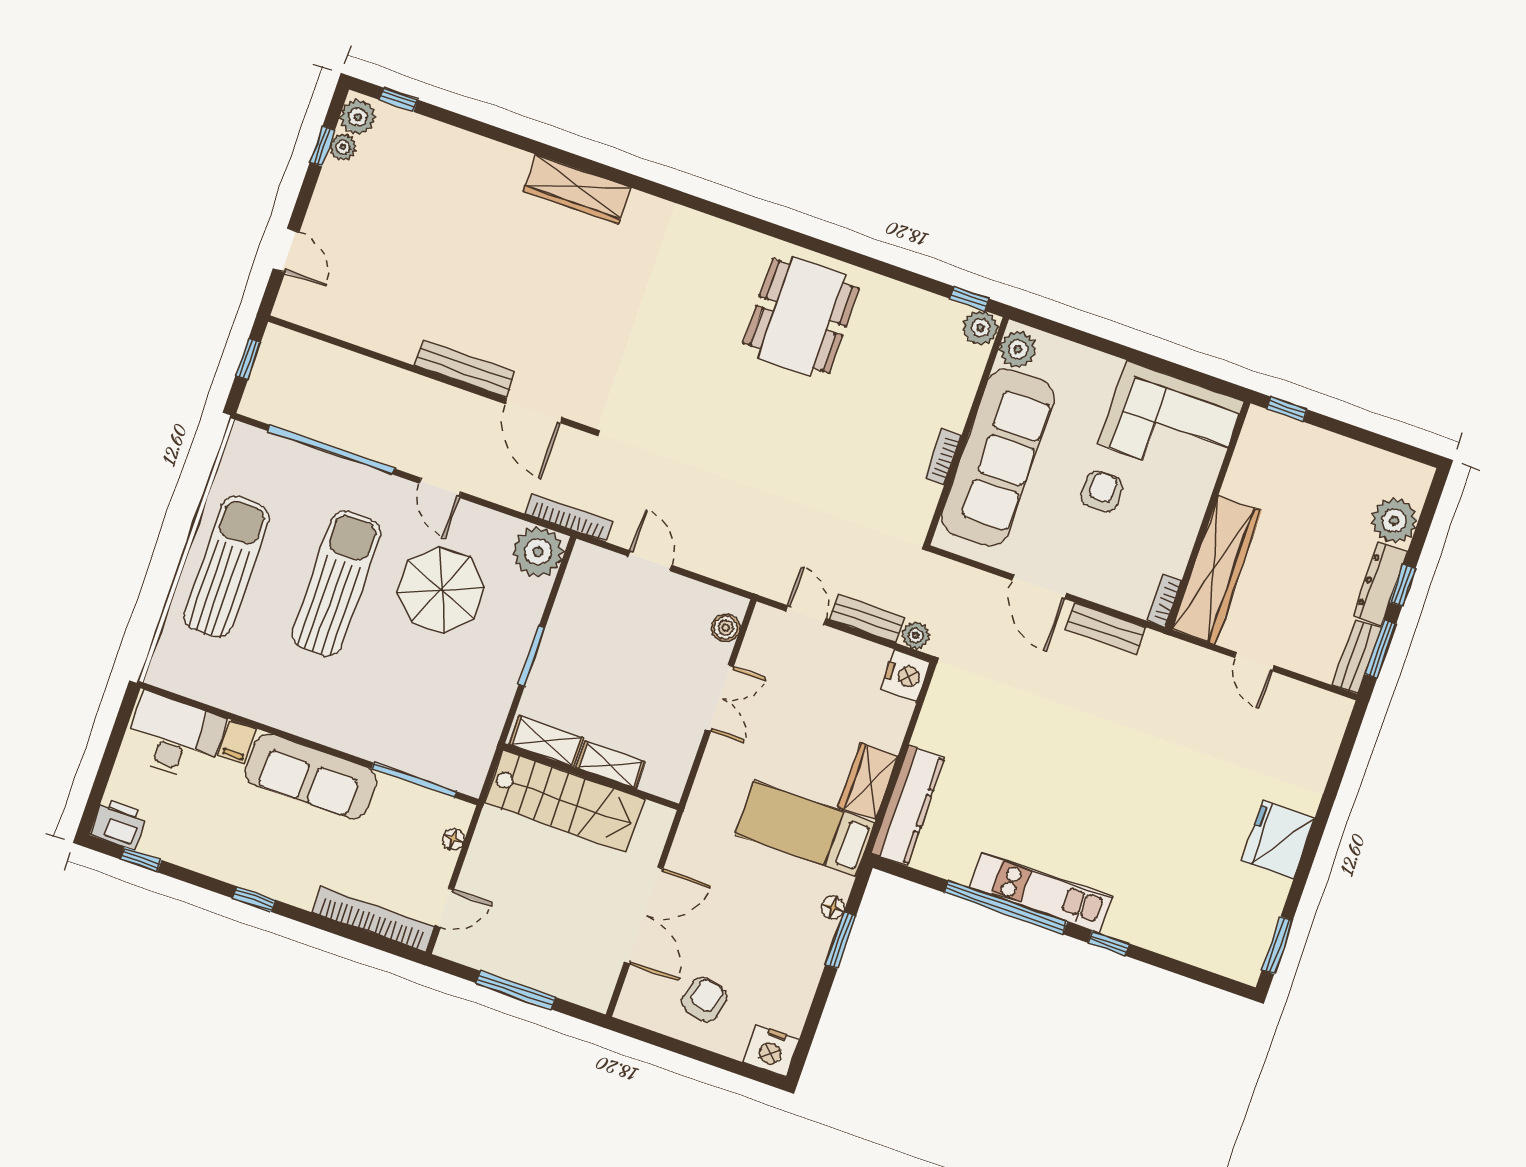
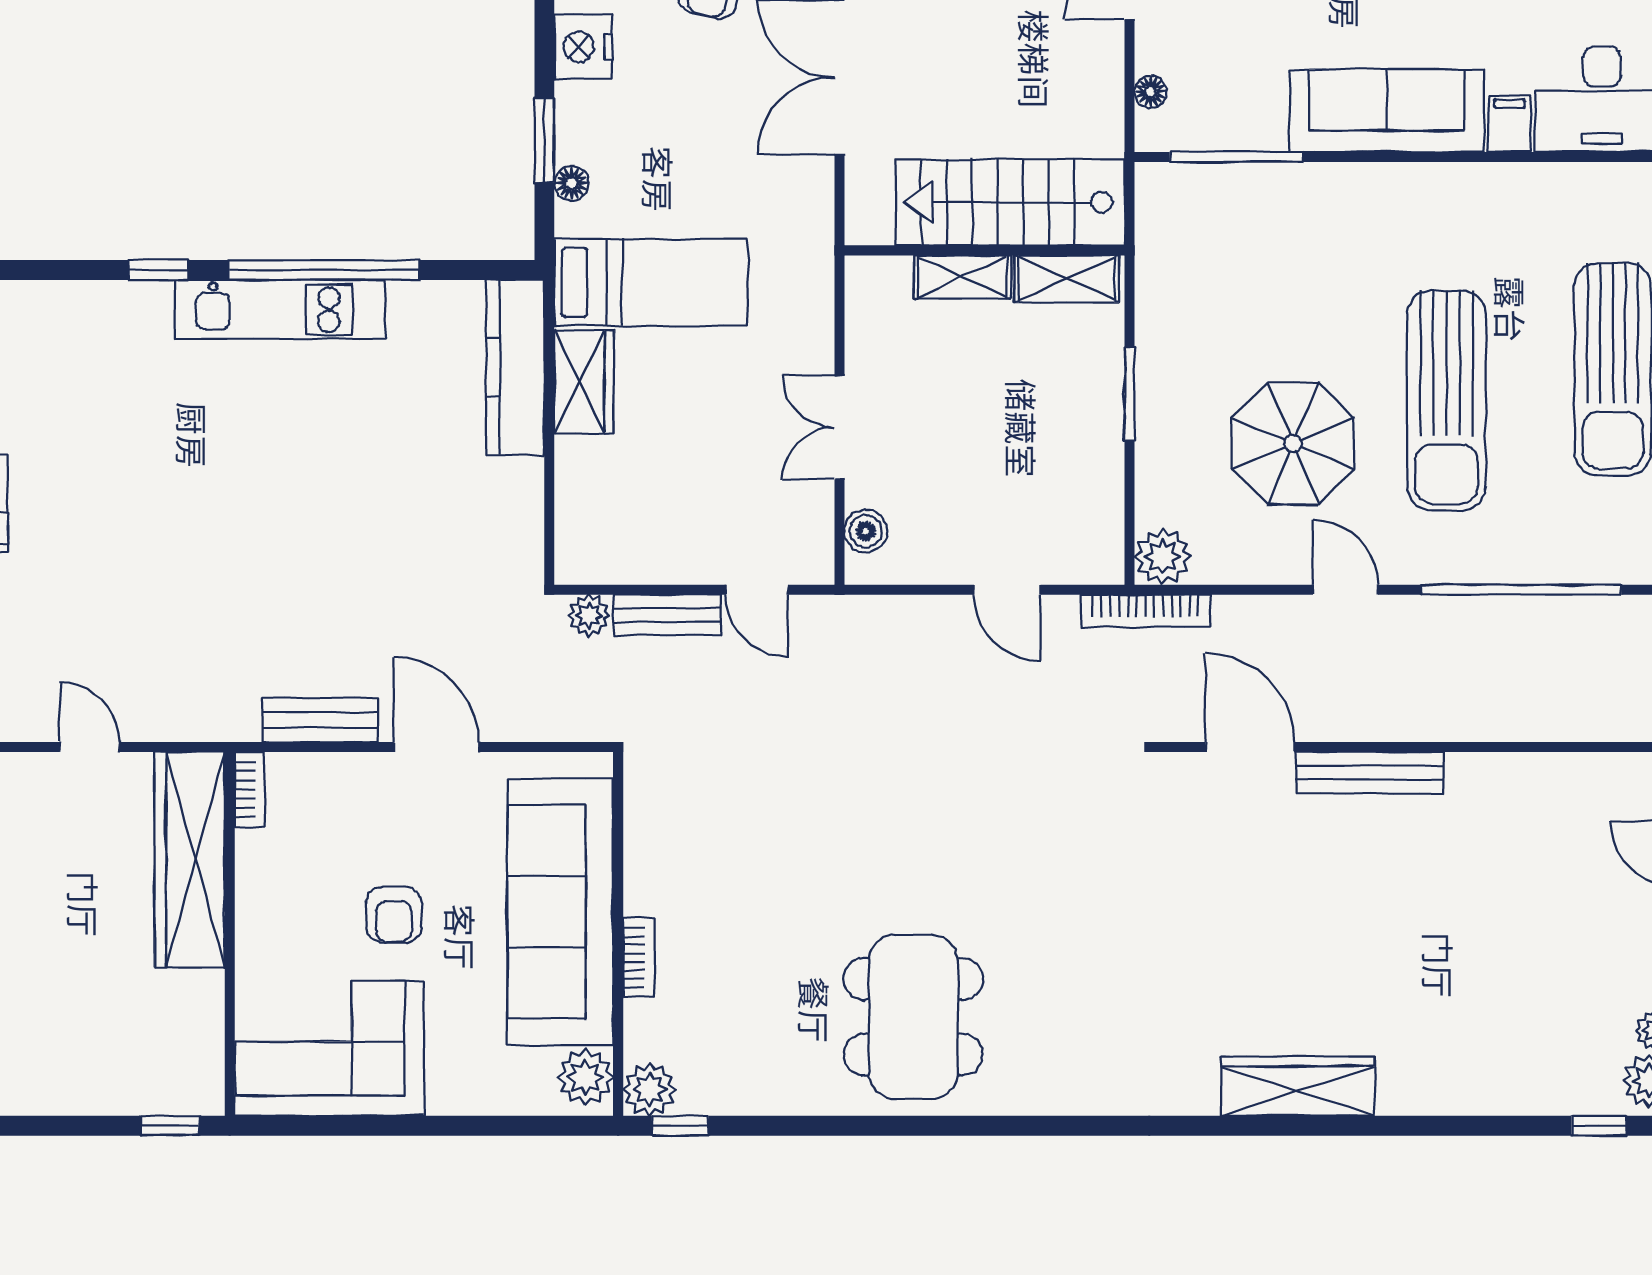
bookcase: (943, 457) -> (639, 958), moved
plant: (538, 552) -> (1163, 557), width x0.73, depth x0.73
nightstand: (906, 676) -> (583, 47), moved

